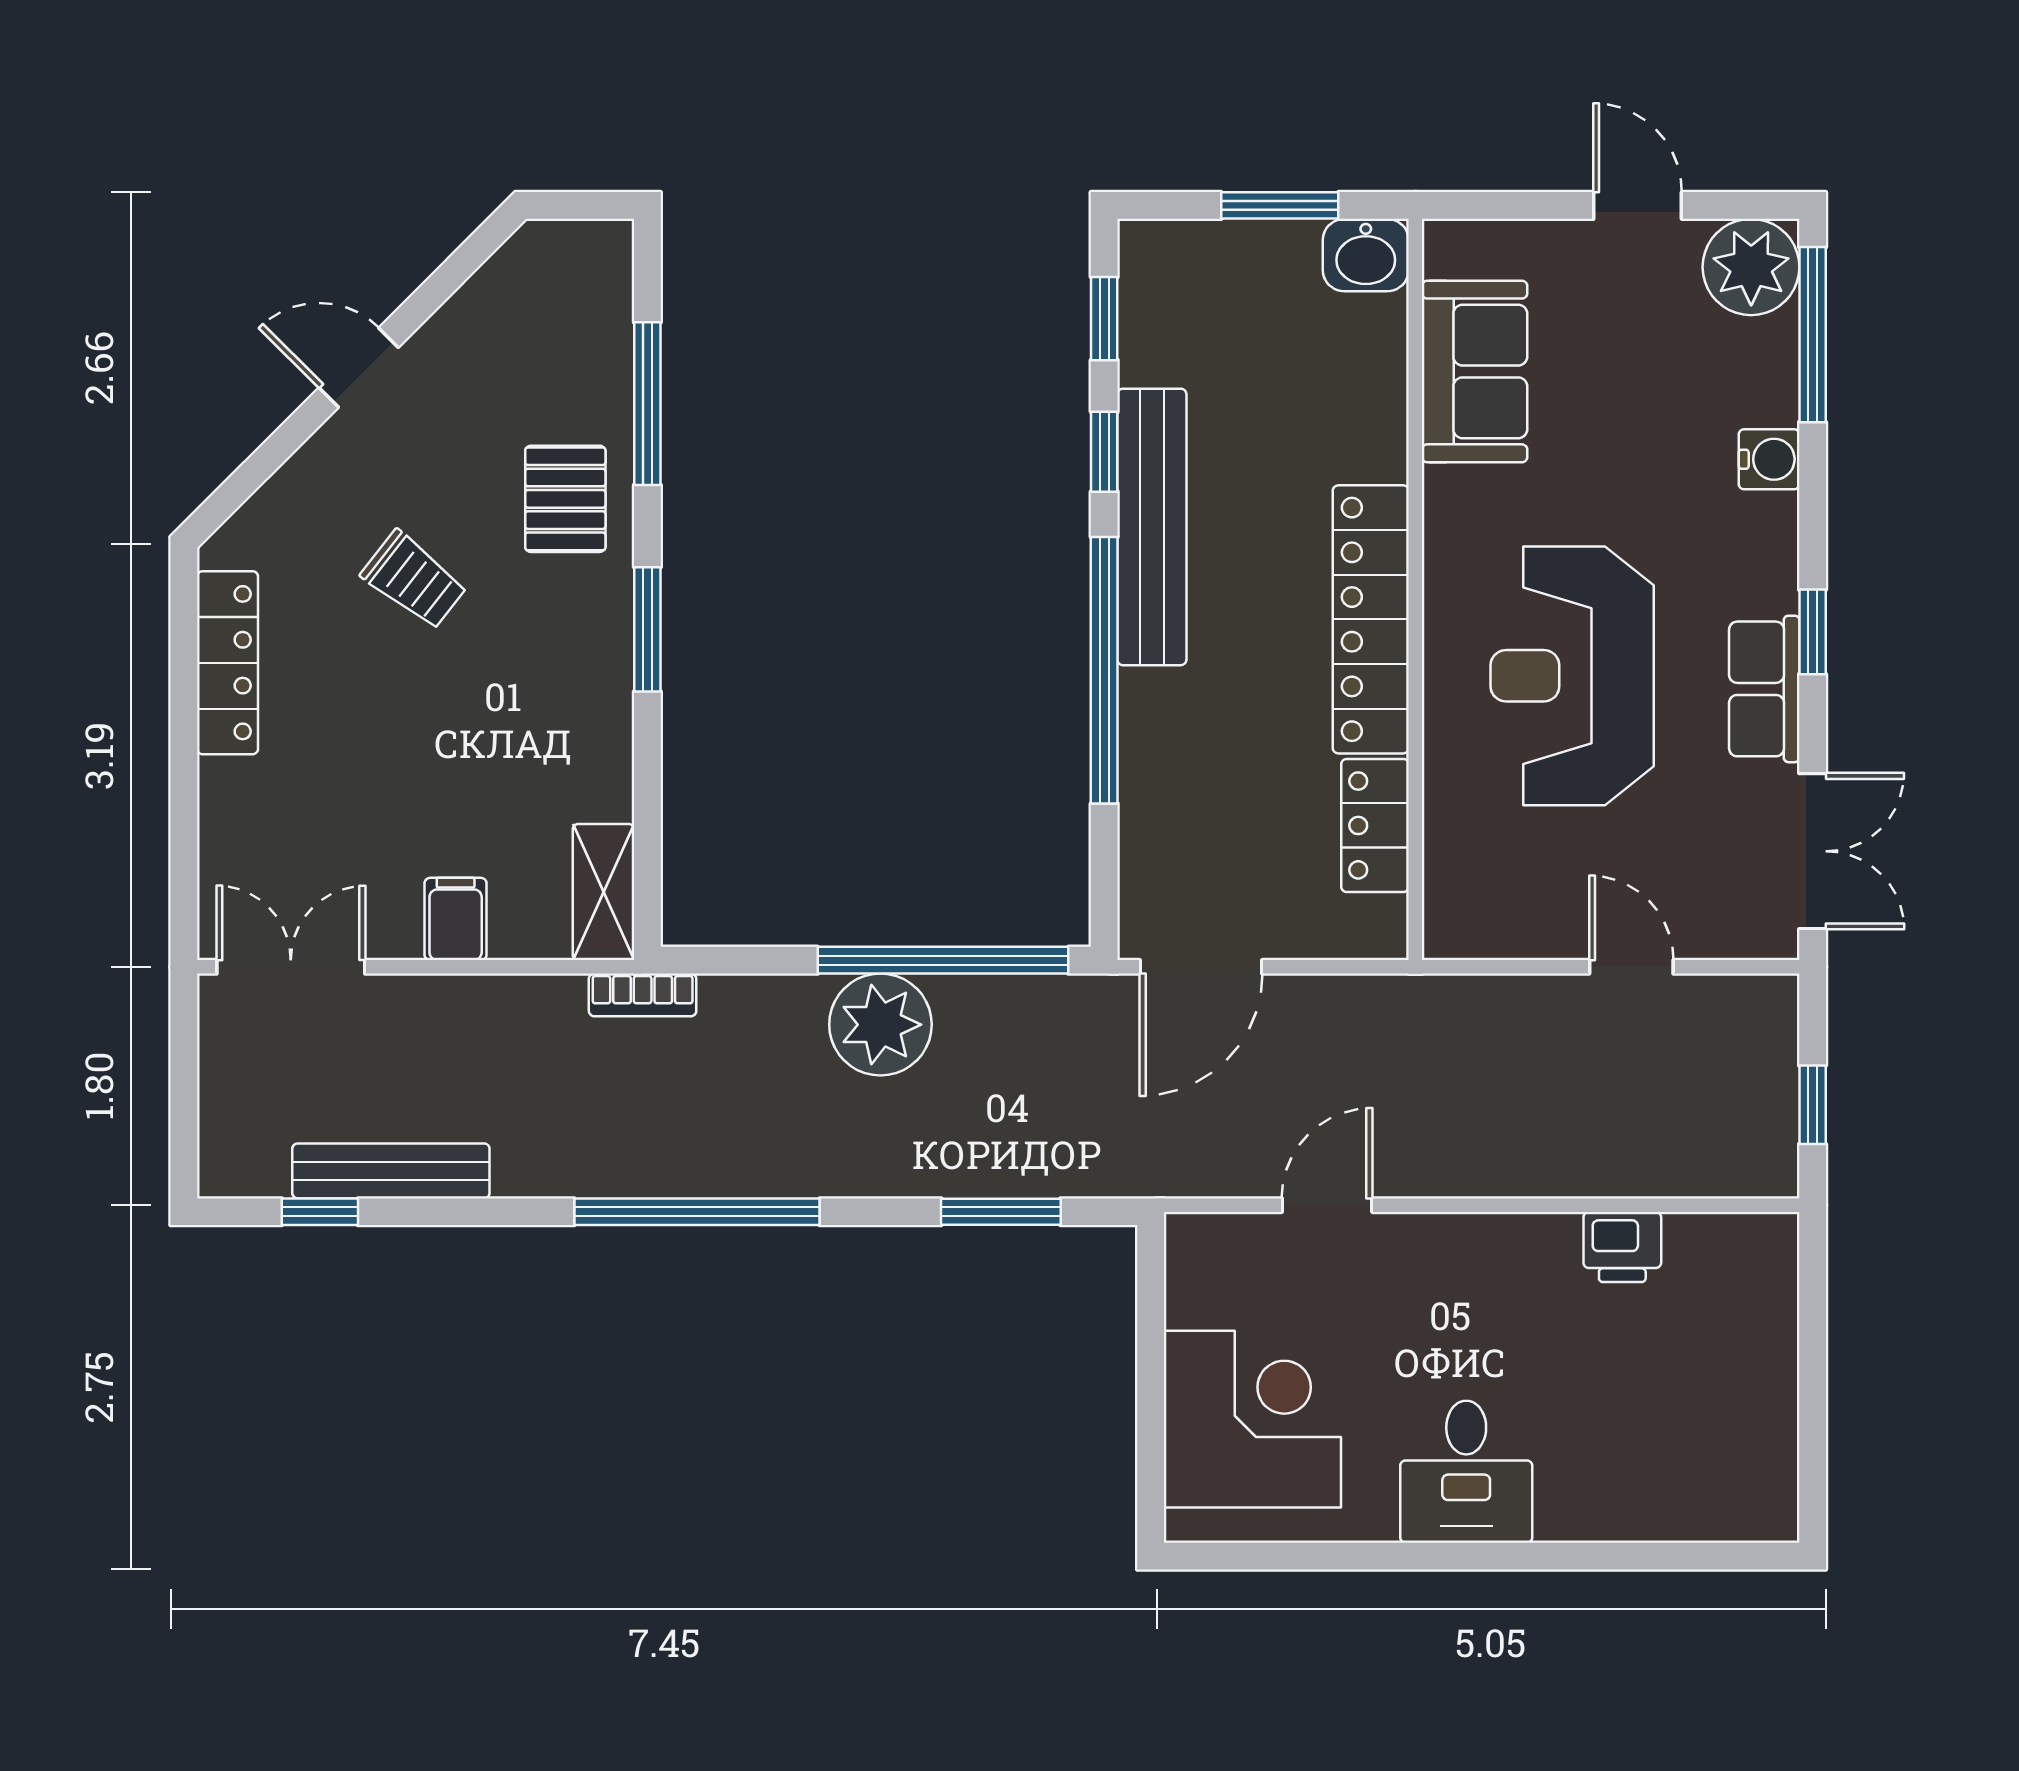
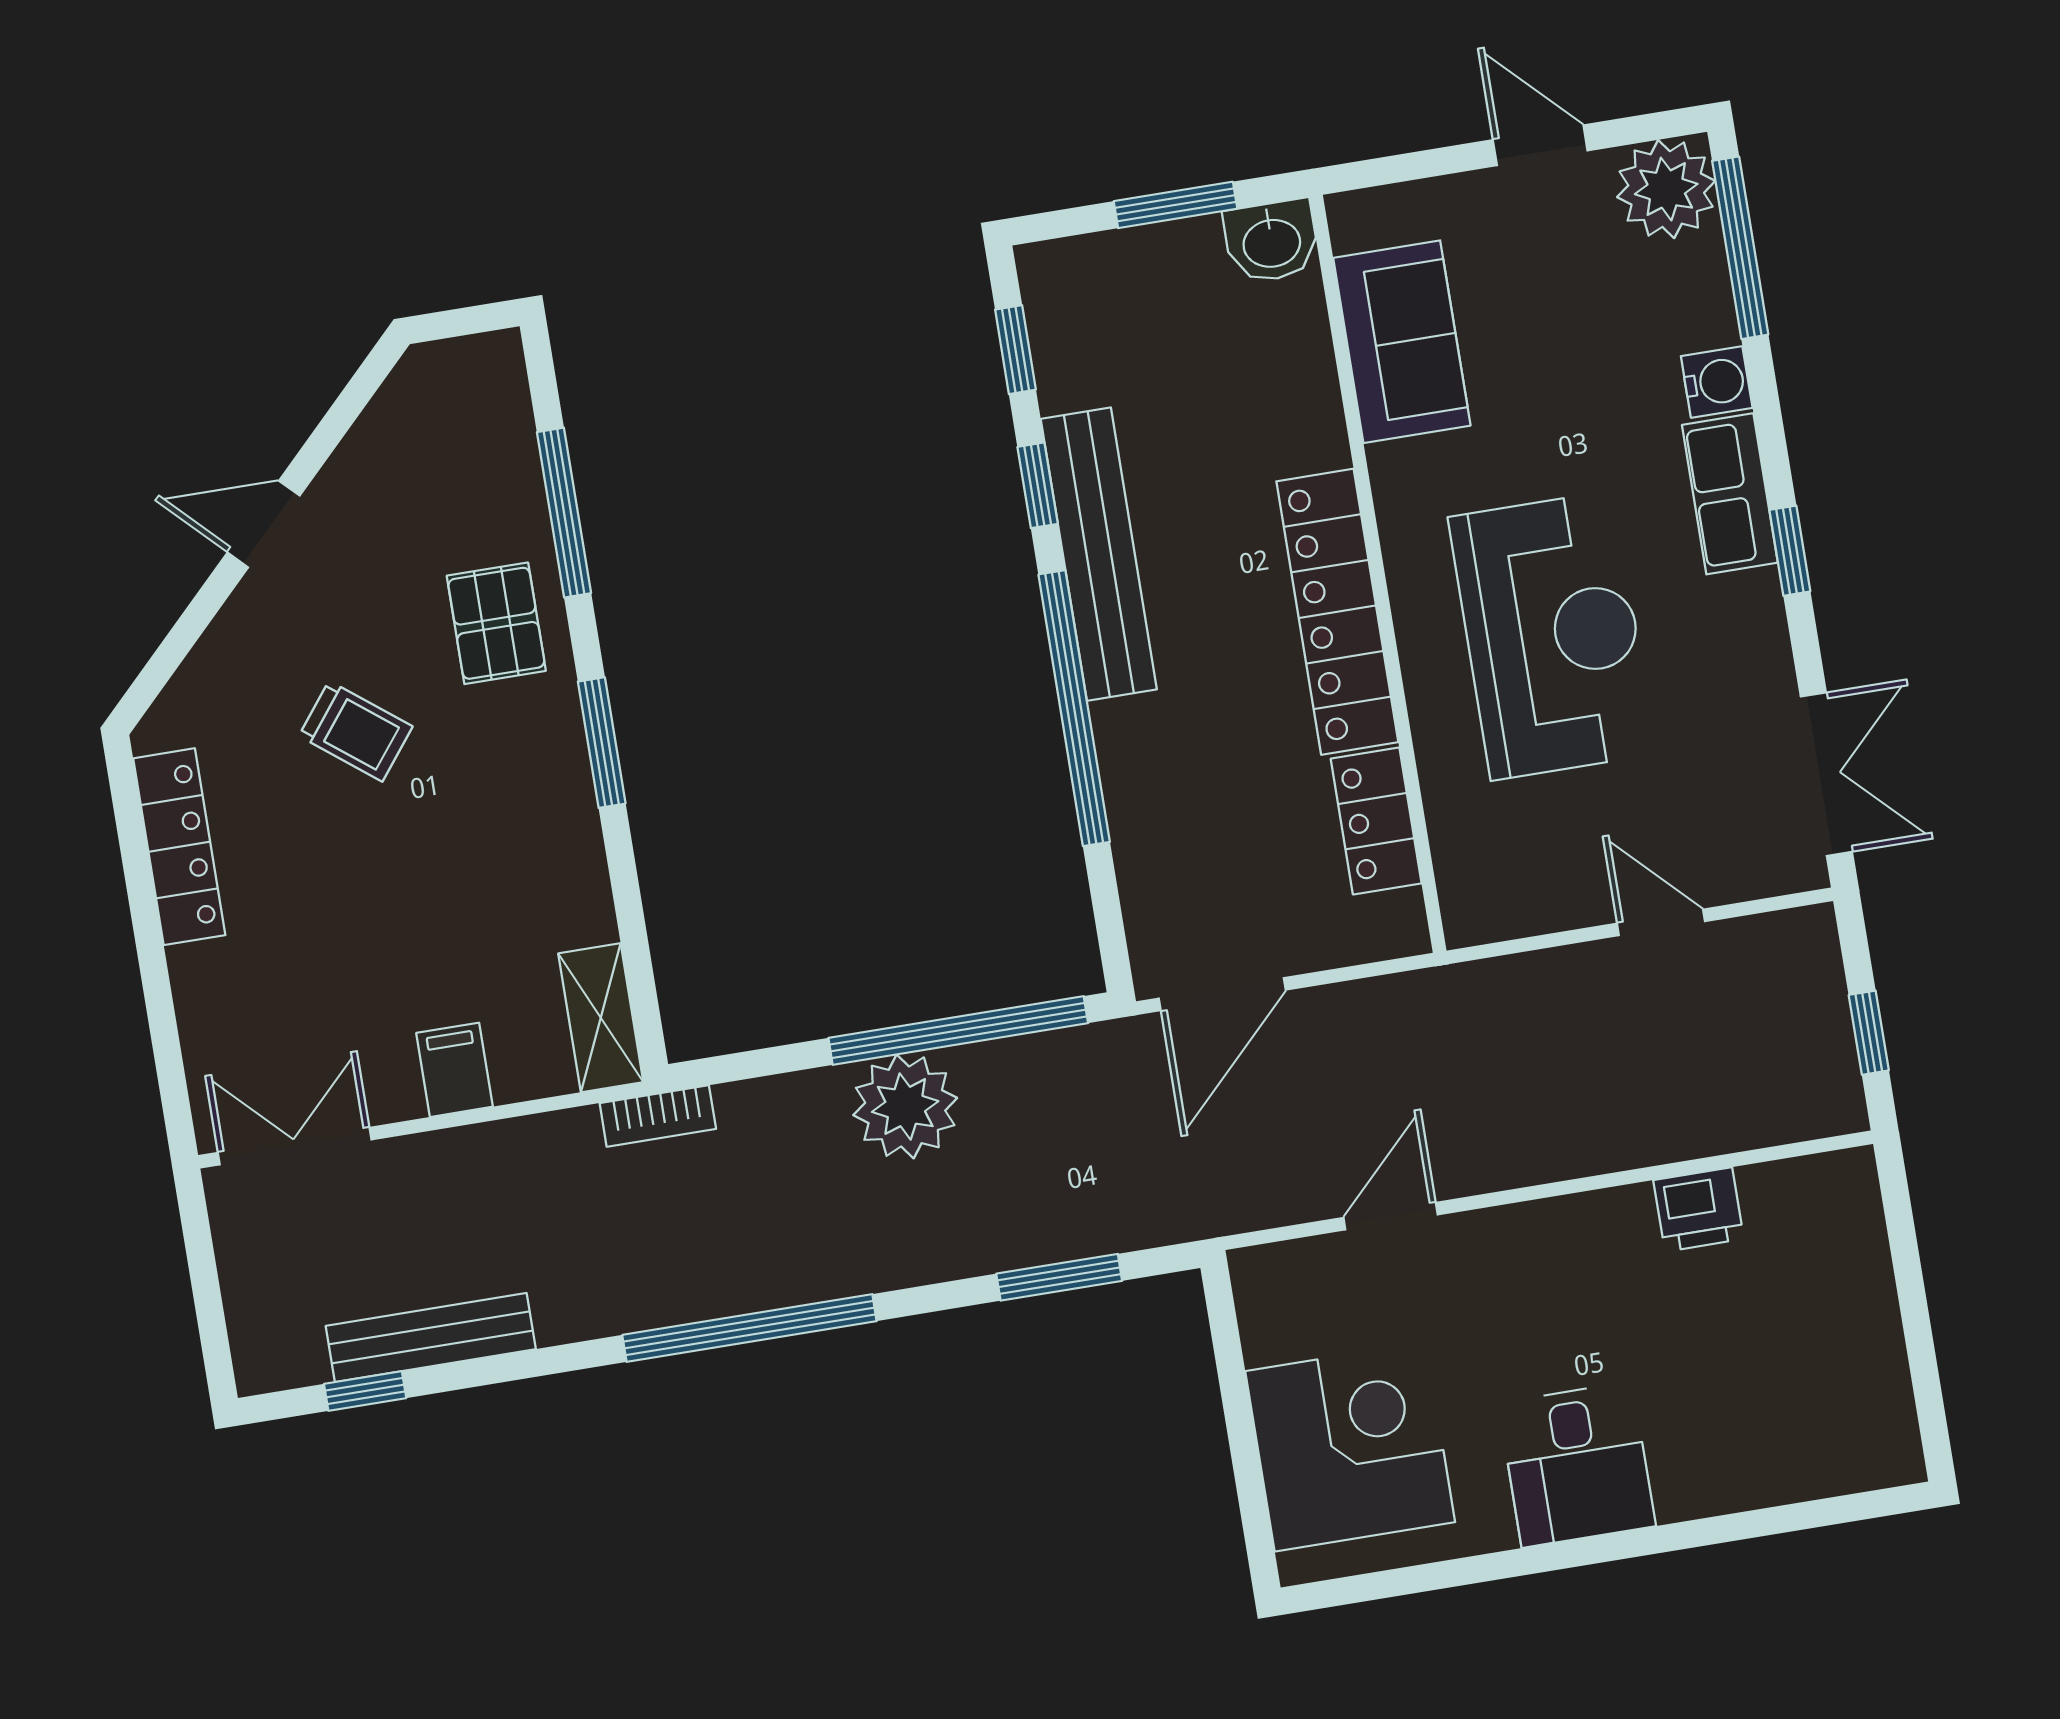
reception desk: (1572, 676) -> (1552, 636), turned 180
row of seats: (1764, 689) -> (1730, 494), moved

